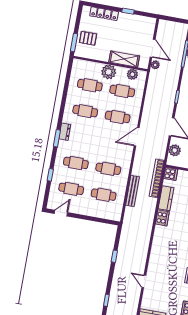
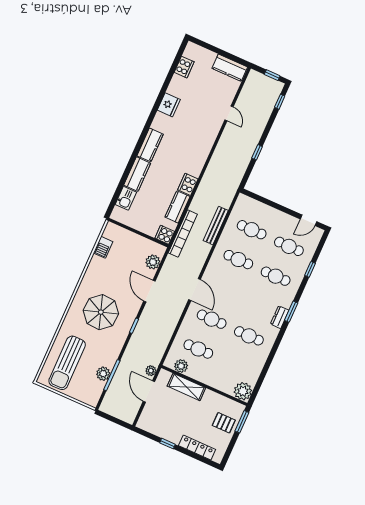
plant: (109, 72) -> (243, 391), moved
cafe table: (90, 85) -> (236, 366), removed
door: (137, 137) -> (195, 290), hinge flipped

